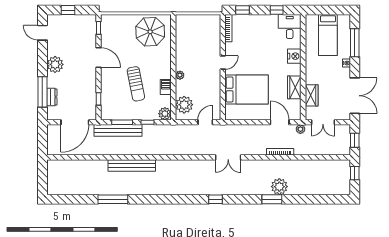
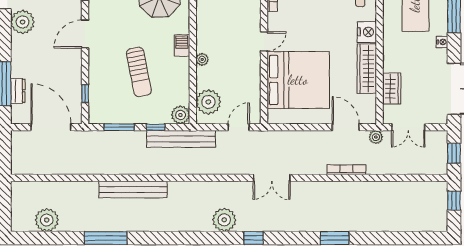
door: (99, 58) -> (85, 34), swing flipped
plant: (55, 64) -> (23, 22), moved
barbecue: (166, 87) -> (182, 45), moved
wardrobe: (294, 87) -> (367, 69), width x1.50
bed: (247, 89) -> (298, 80), width x1.36
door: (75, 122) -> (51, 127), swing flipped
bench: (118, 130) -> (181, 139), moved
plant: (72, 187) -> (47, 220), added
plant: (279, 187) -> (224, 220), moved

